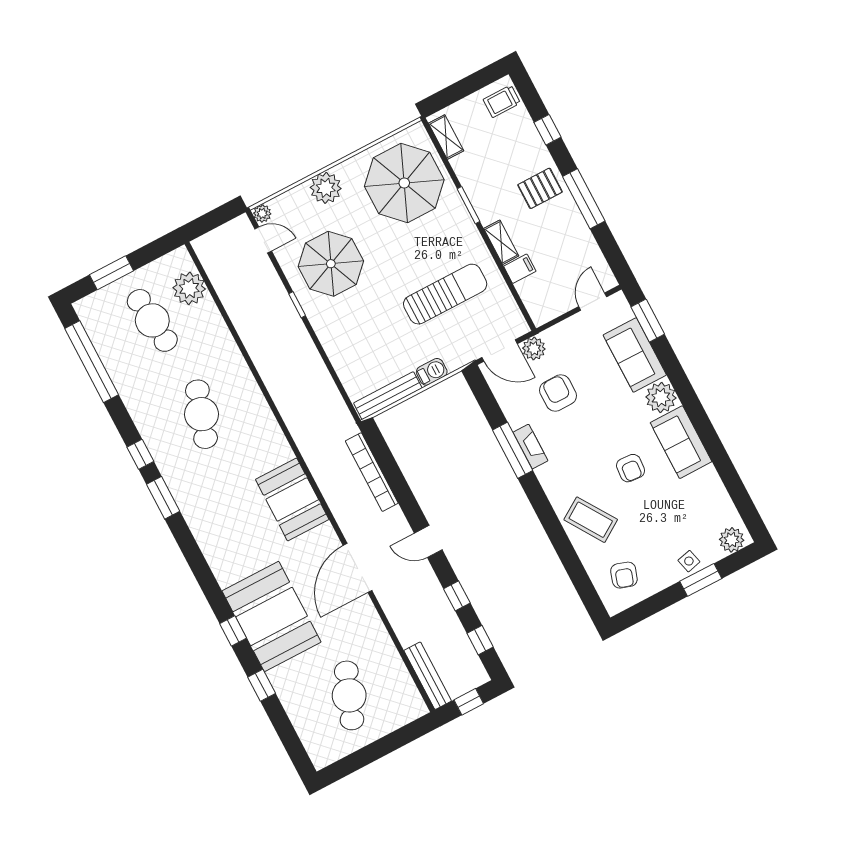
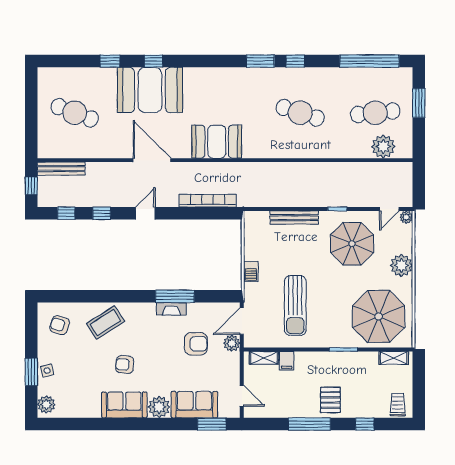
shelving: (501, 242) -> (264, 358), moved
bench: (388, 396) -> (294, 218), moved, turned 90

